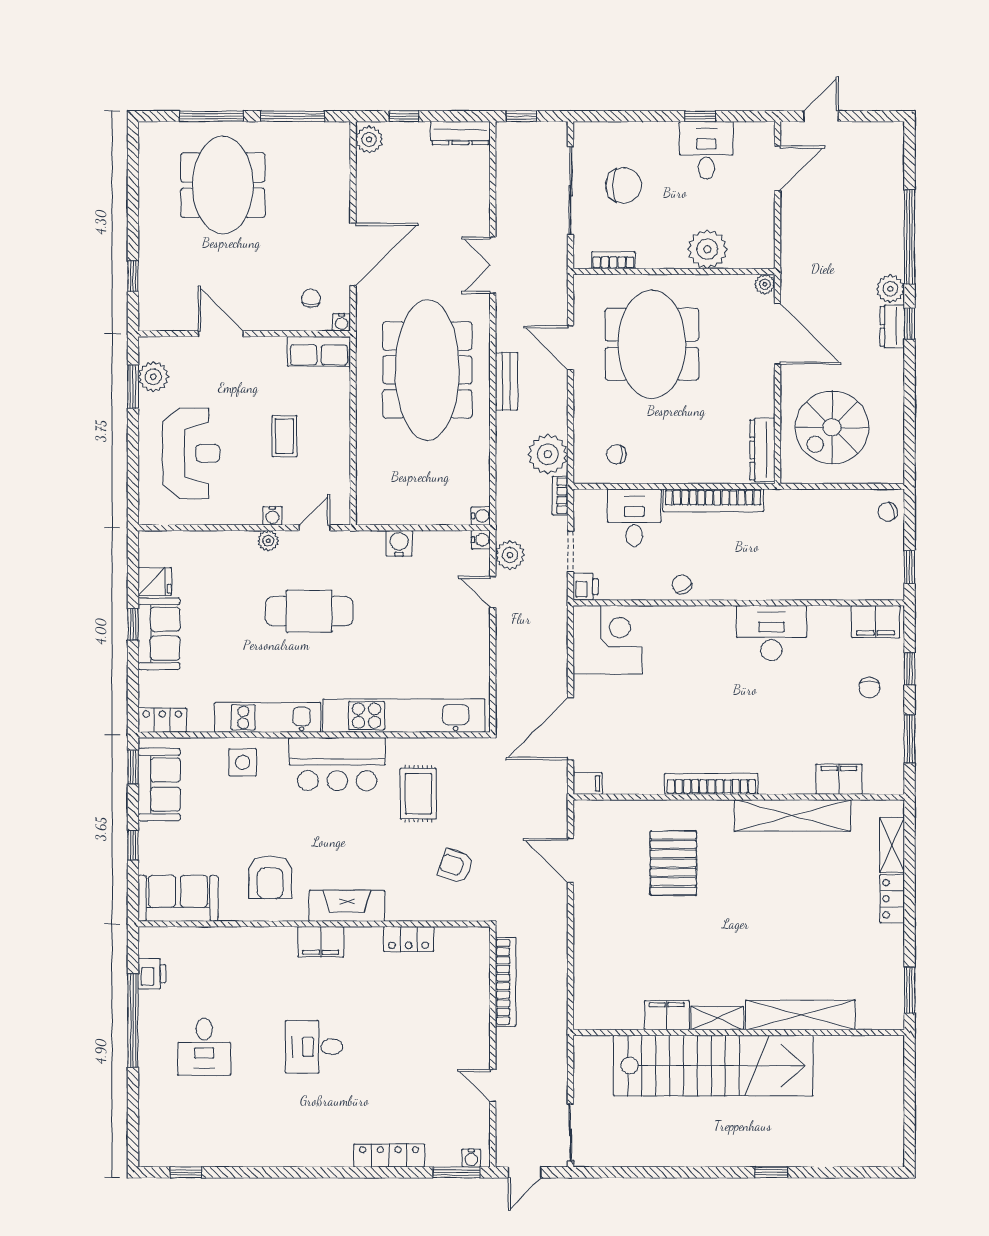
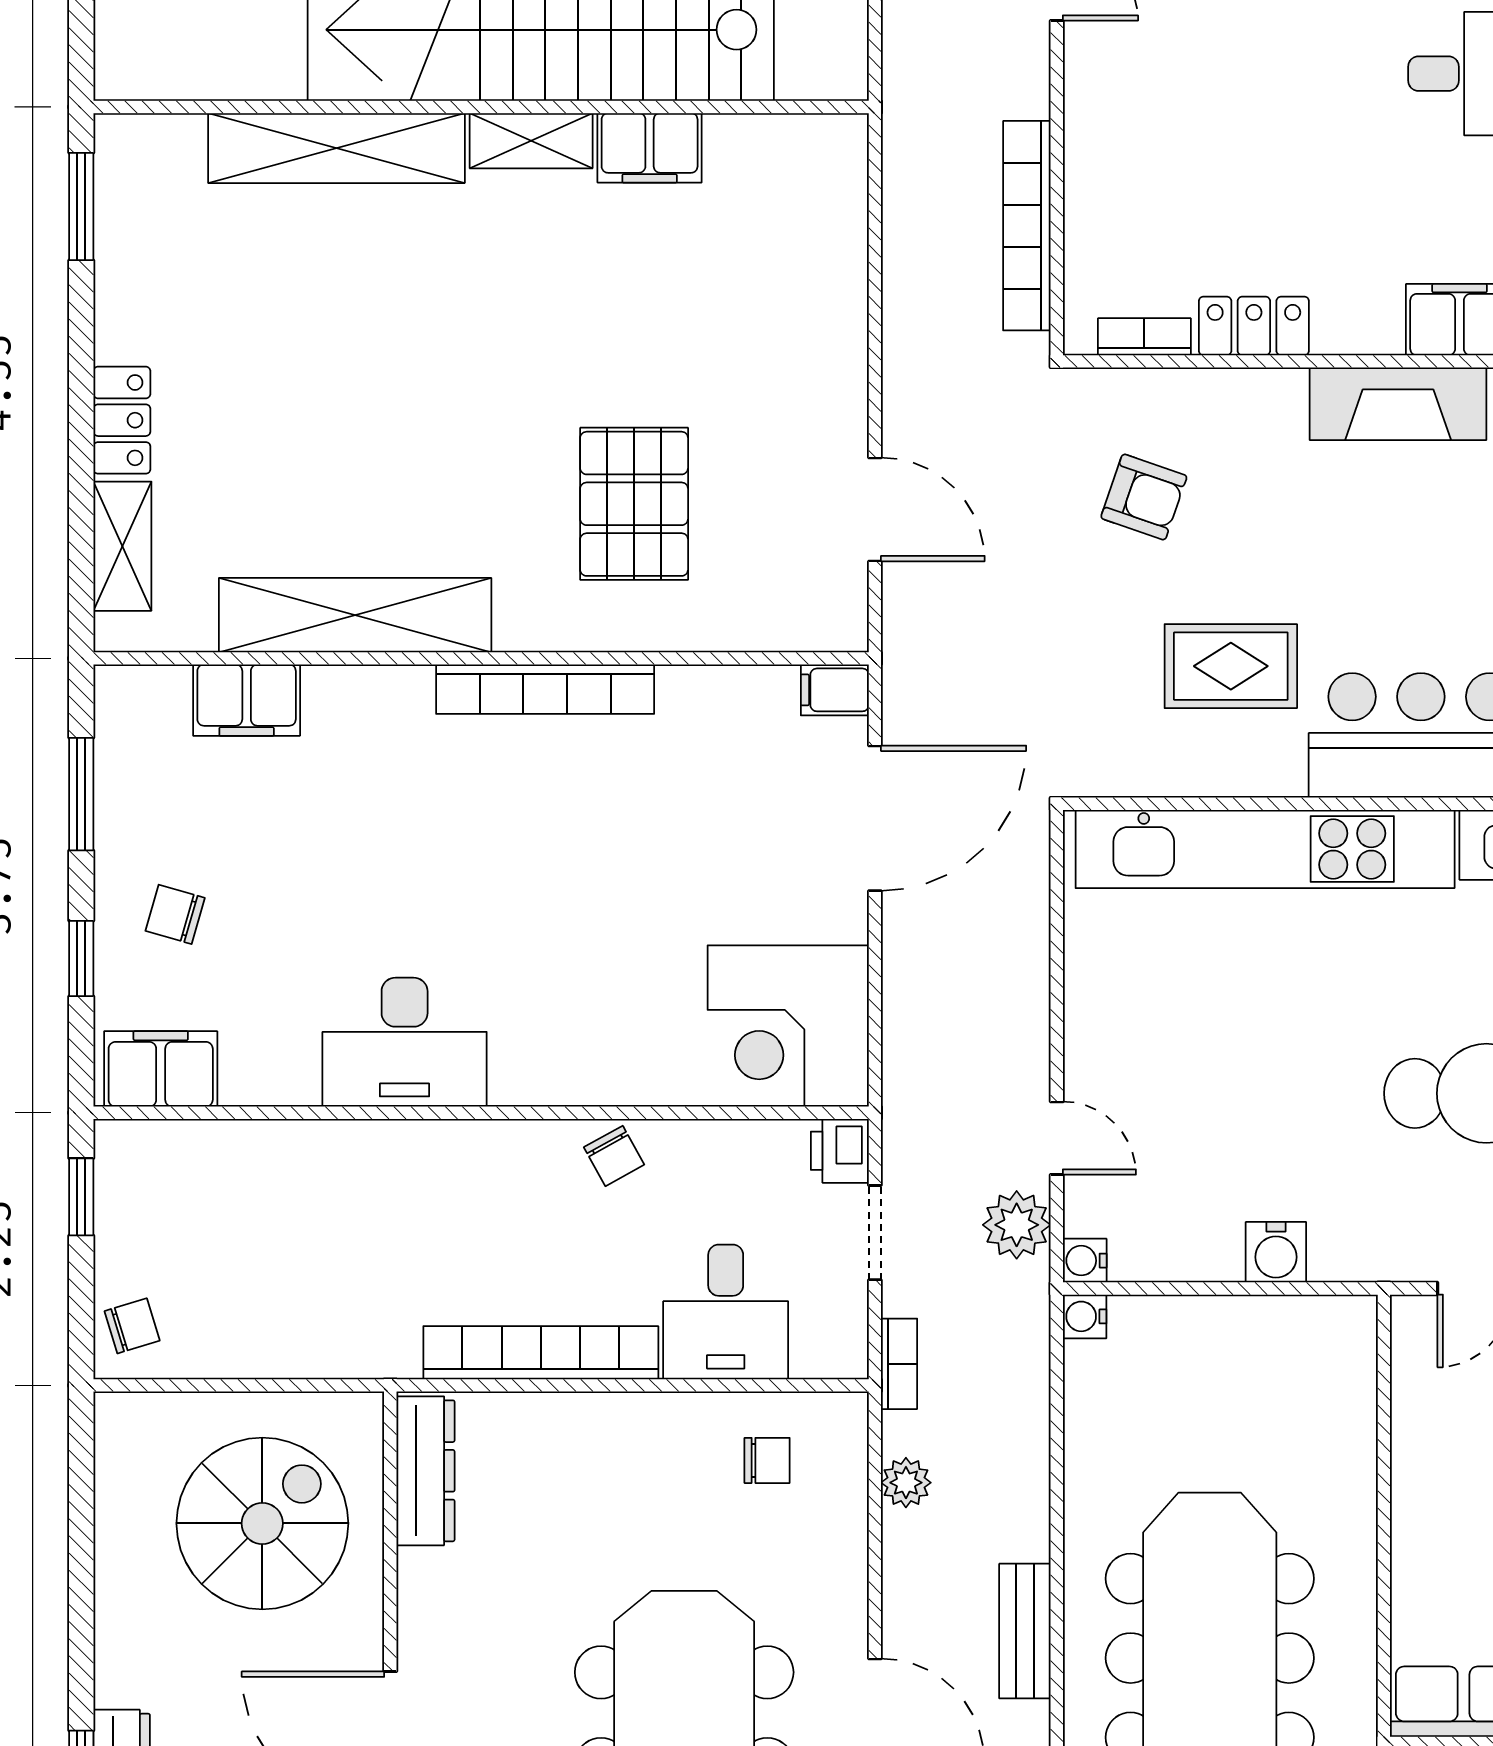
plant: (548, 454) -> (906, 1483), width x0.53, depth x0.53
chair: (869, 688) -> (175, 914), turned -74
rug: (418, 794) -> (1231, 666), turned 90
bookcase: (455, 934) -> (1144, 337), added

